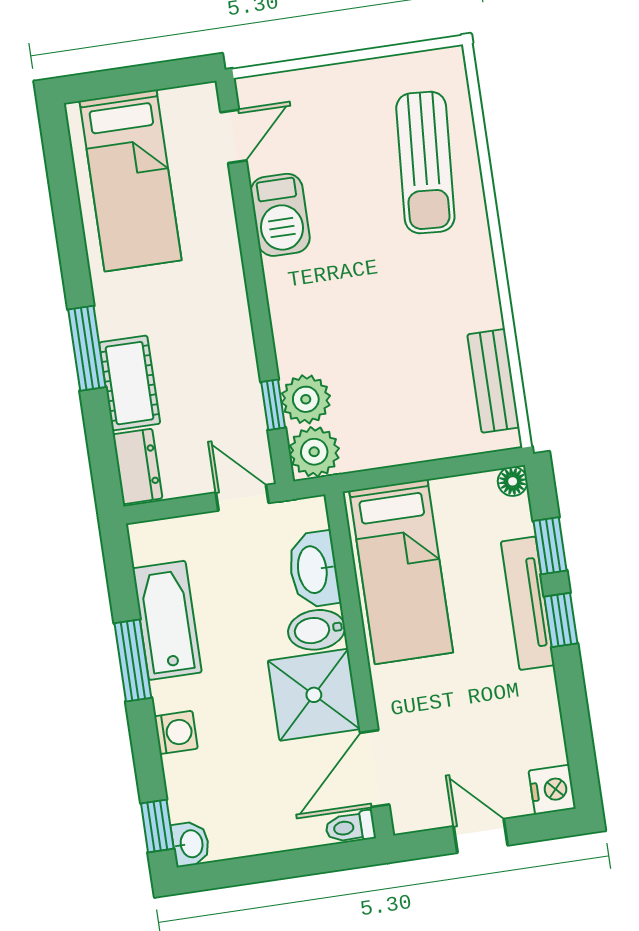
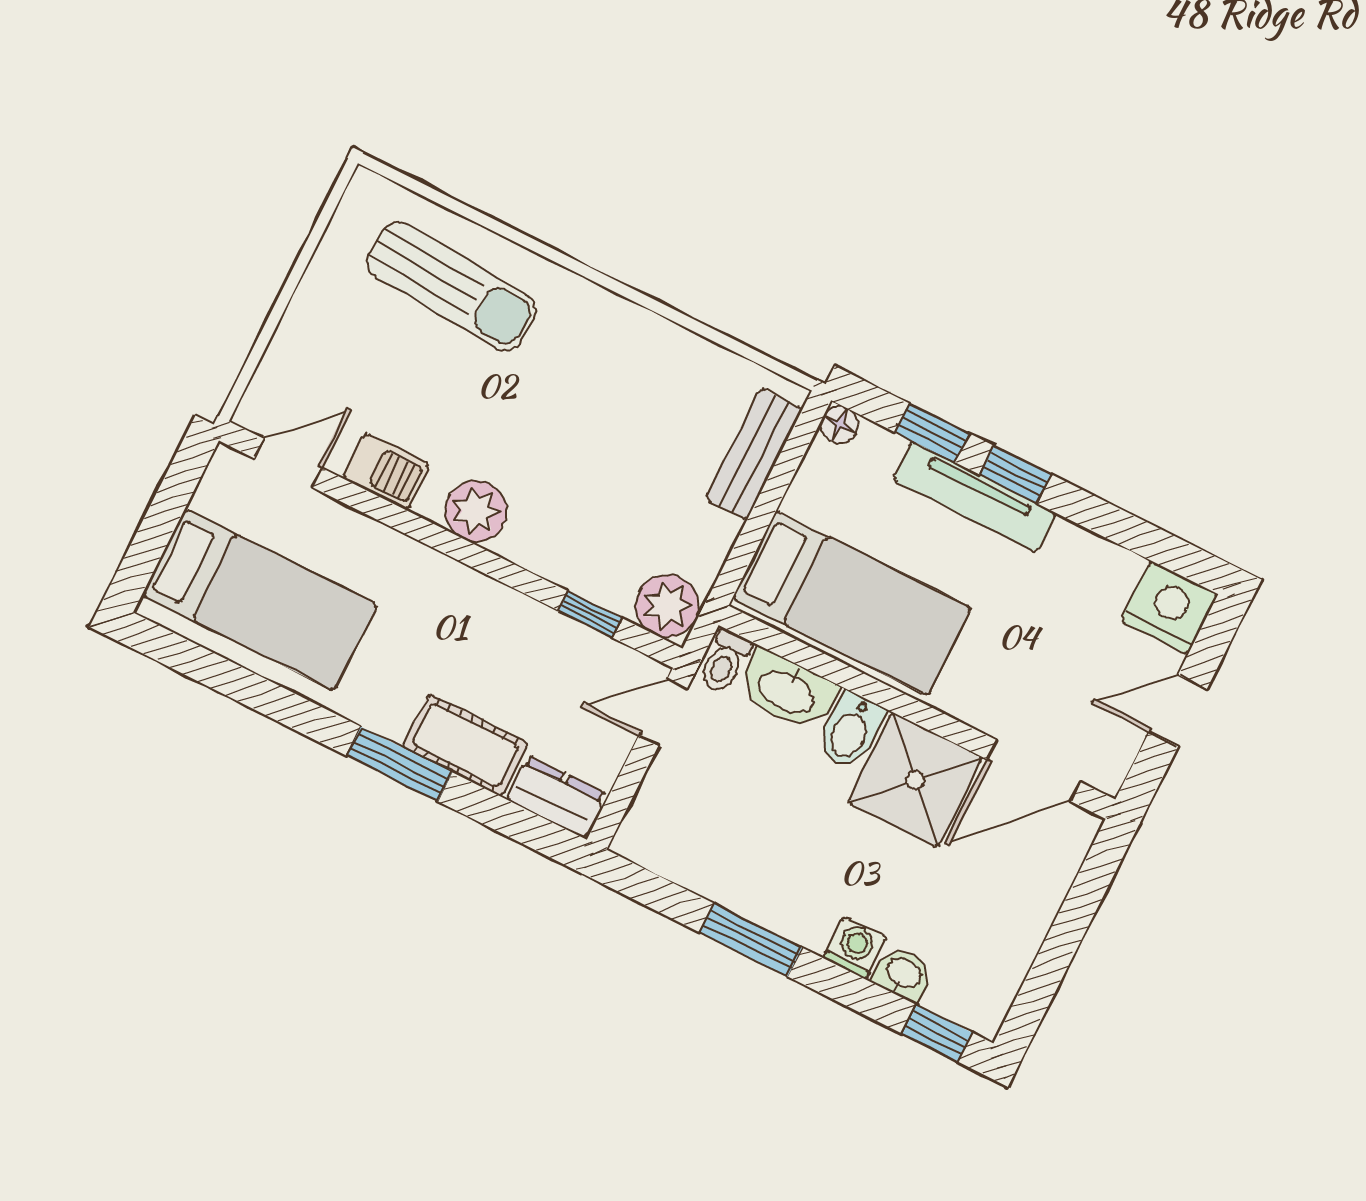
door: (233, 136) -> (288, 463), hinge flipped
barbecue: (280, 215) -> (386, 472), width x0.73, depth x0.79
bench: (493, 381) -> (754, 454), moved, turned 90
plant: (306, 399) -> (476, 511), moved
bathtub: (167, 620) -> (734, 877), removed
door: (375, 769) -> (1034, 771), hinge flipped
nightstand: (552, 790) -> (1169, 607), width x1.36, depth x1.33
toilet: (350, 827) -> (725, 661), moved
washbasin: (191, 844) -> (903, 974), moved

